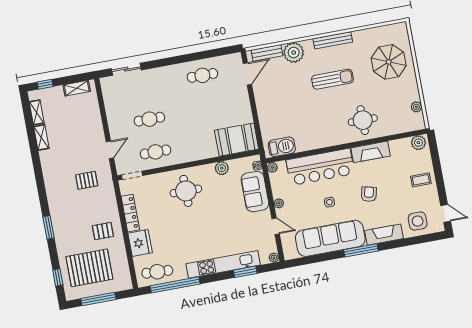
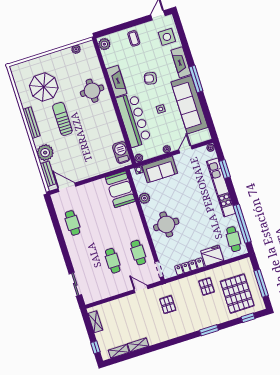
parasol: (389, 62) -> (44, 87), moved

